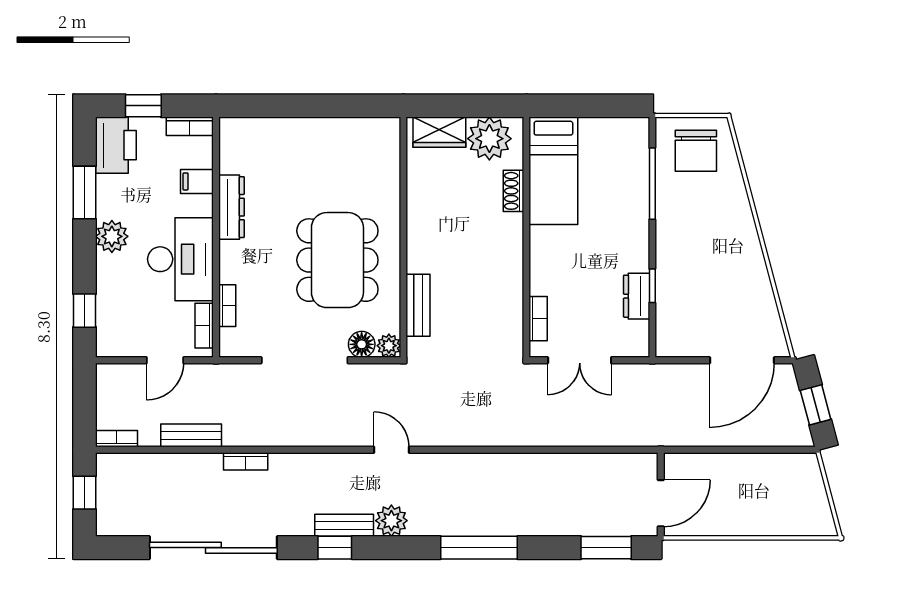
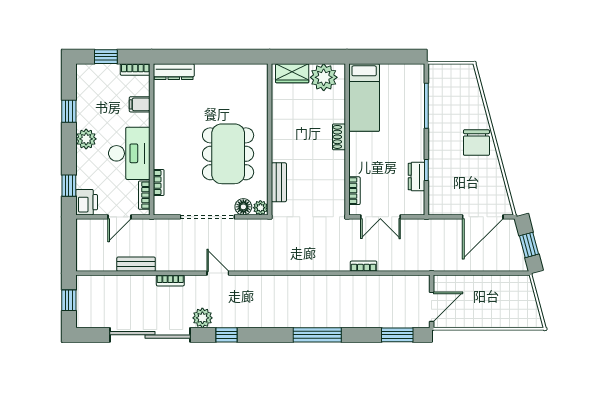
printer: (116, 145) -> (87, 202), moved, width x0.73, depth x0.84
chair: (696, 151) -> (476, 143), moved
shoe rack: (514, 191) -> (339, 137), moved
window: (85, 193) -> (69, 111), width x0.67
dresser: (231, 207) -> (174, 72), moved, turned 90
bookcase: (117, 439) -> (364, 266), moved
door: (392, 450) -> (218, 273), moved
plant: (391, 521) -> (202, 318), moved
bench: (344, 525) -> (232, 321), removed

